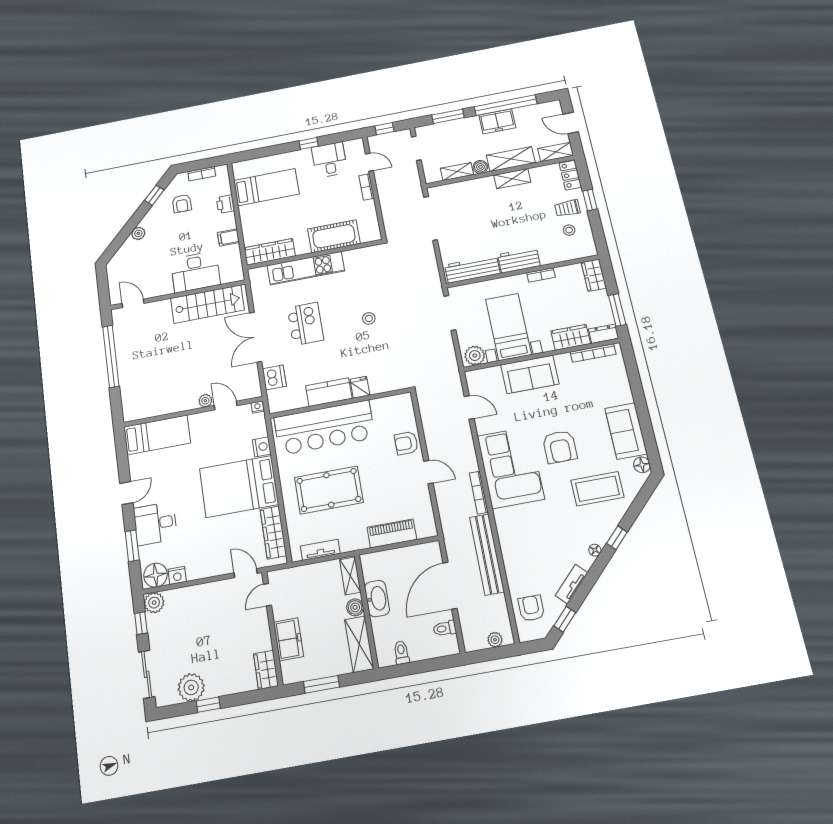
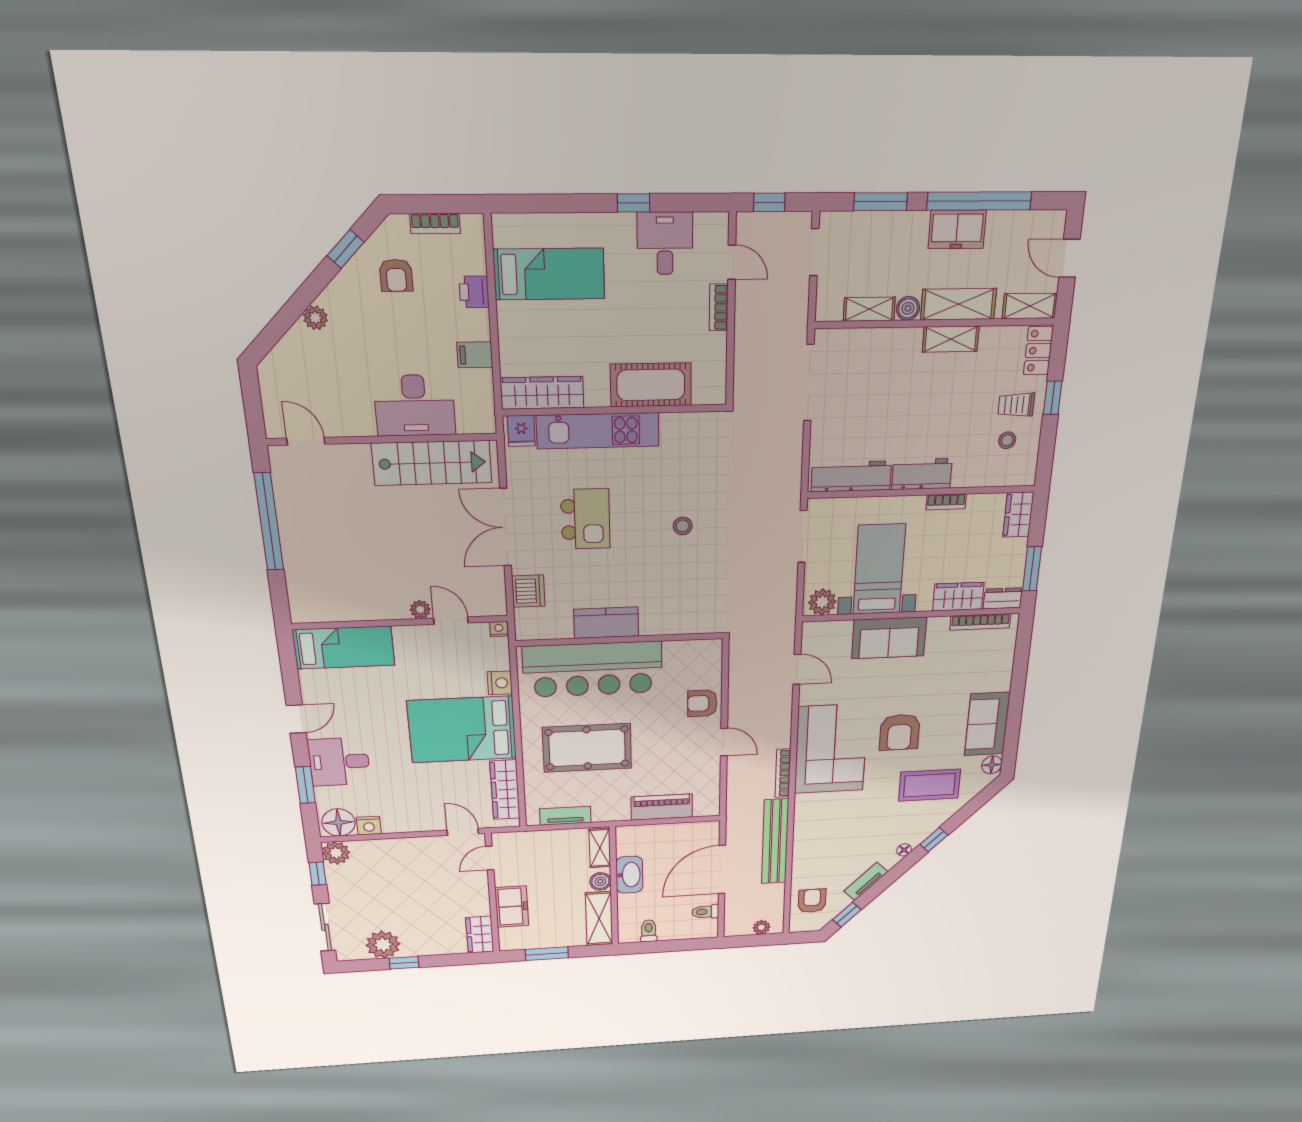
fridge: (360, 387) -> (521, 431), moved, turned 180

